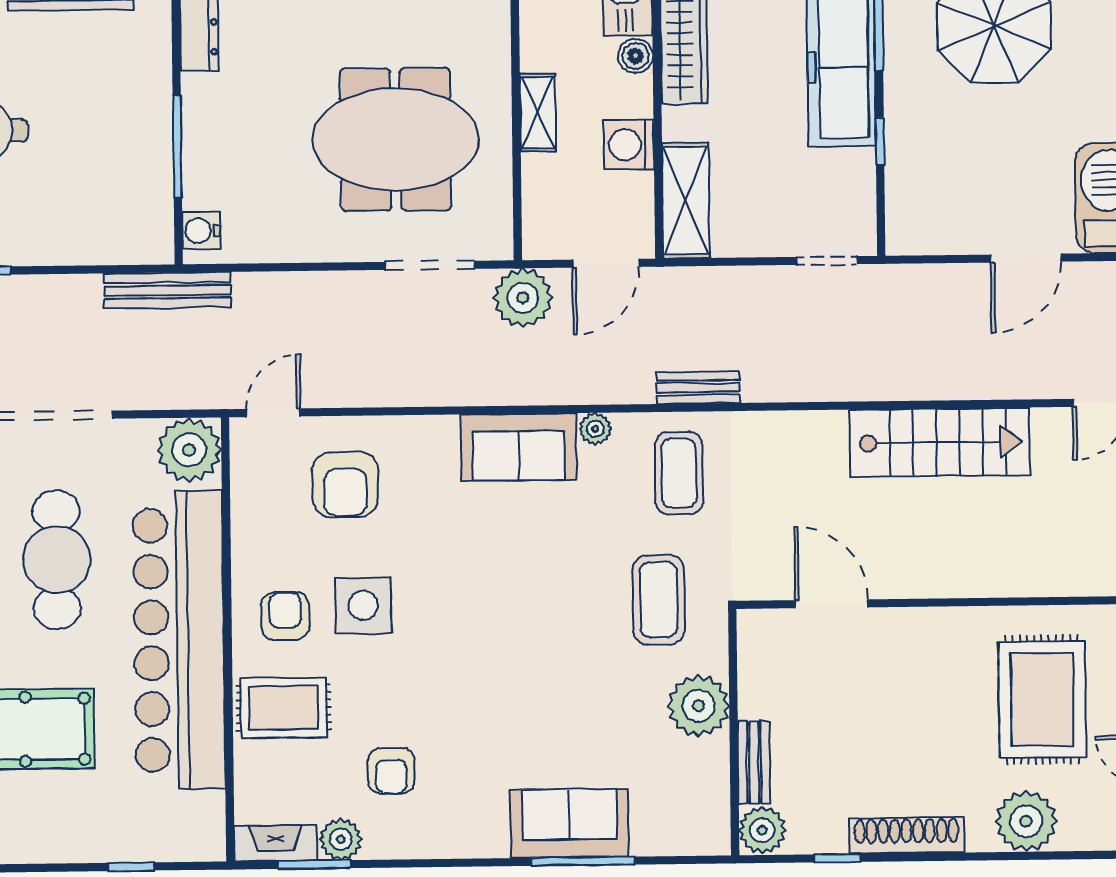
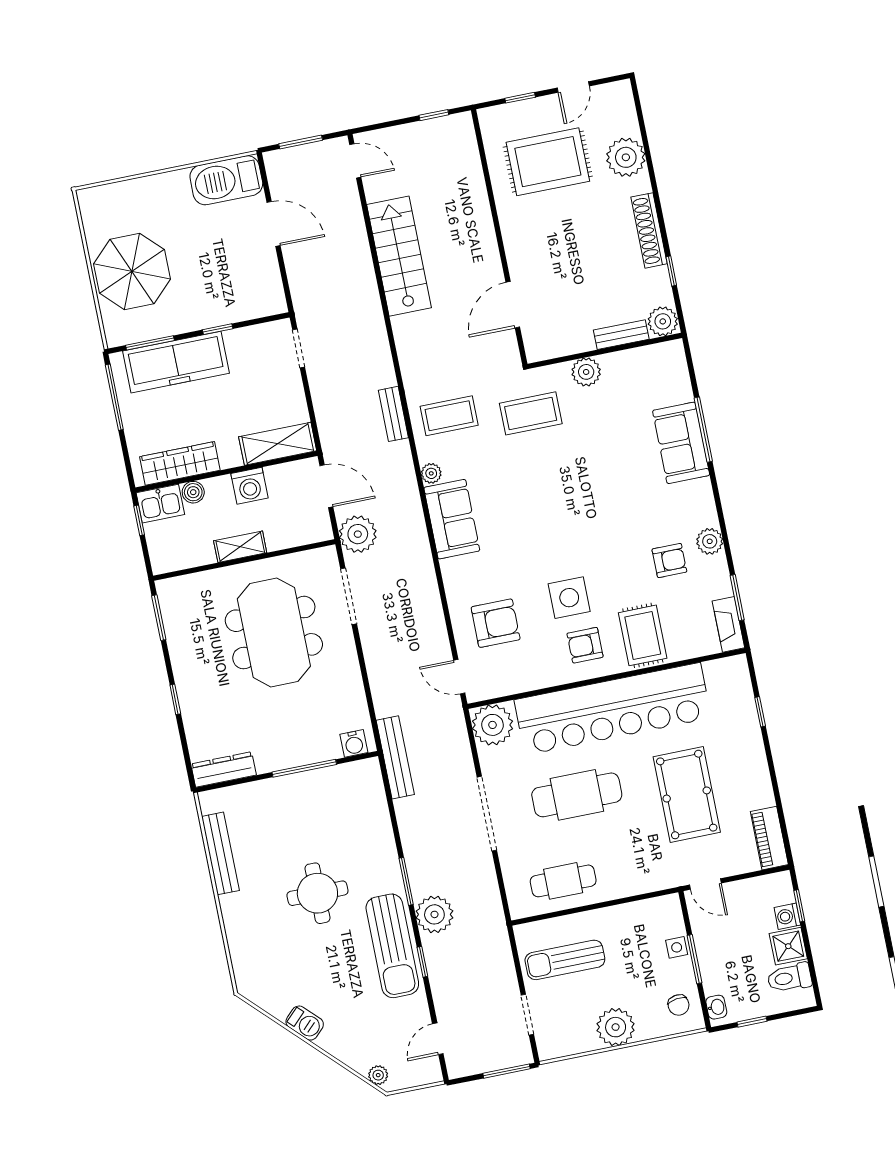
plant: (698, 706) -> (586, 372), width x0.73, depth x0.73
plant: (341, 839) -> (710, 541), moved

